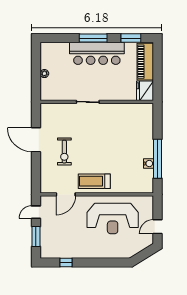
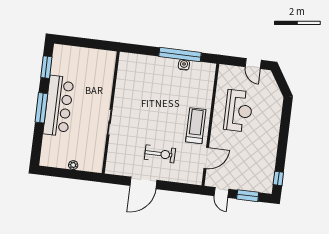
piano: (145, 62) -> (74, 55), removed
fridge: (145, 91) -> (105, 59), removed
treadmill: (94, 181) -> (196, 126), turned 180
door: (66, 194) -> (206, 158), hinge flipped
reception desk: (113, 219) -> (238, 111), width x0.74, depth x0.77
window: (66, 263) -> (278, 178), moved

